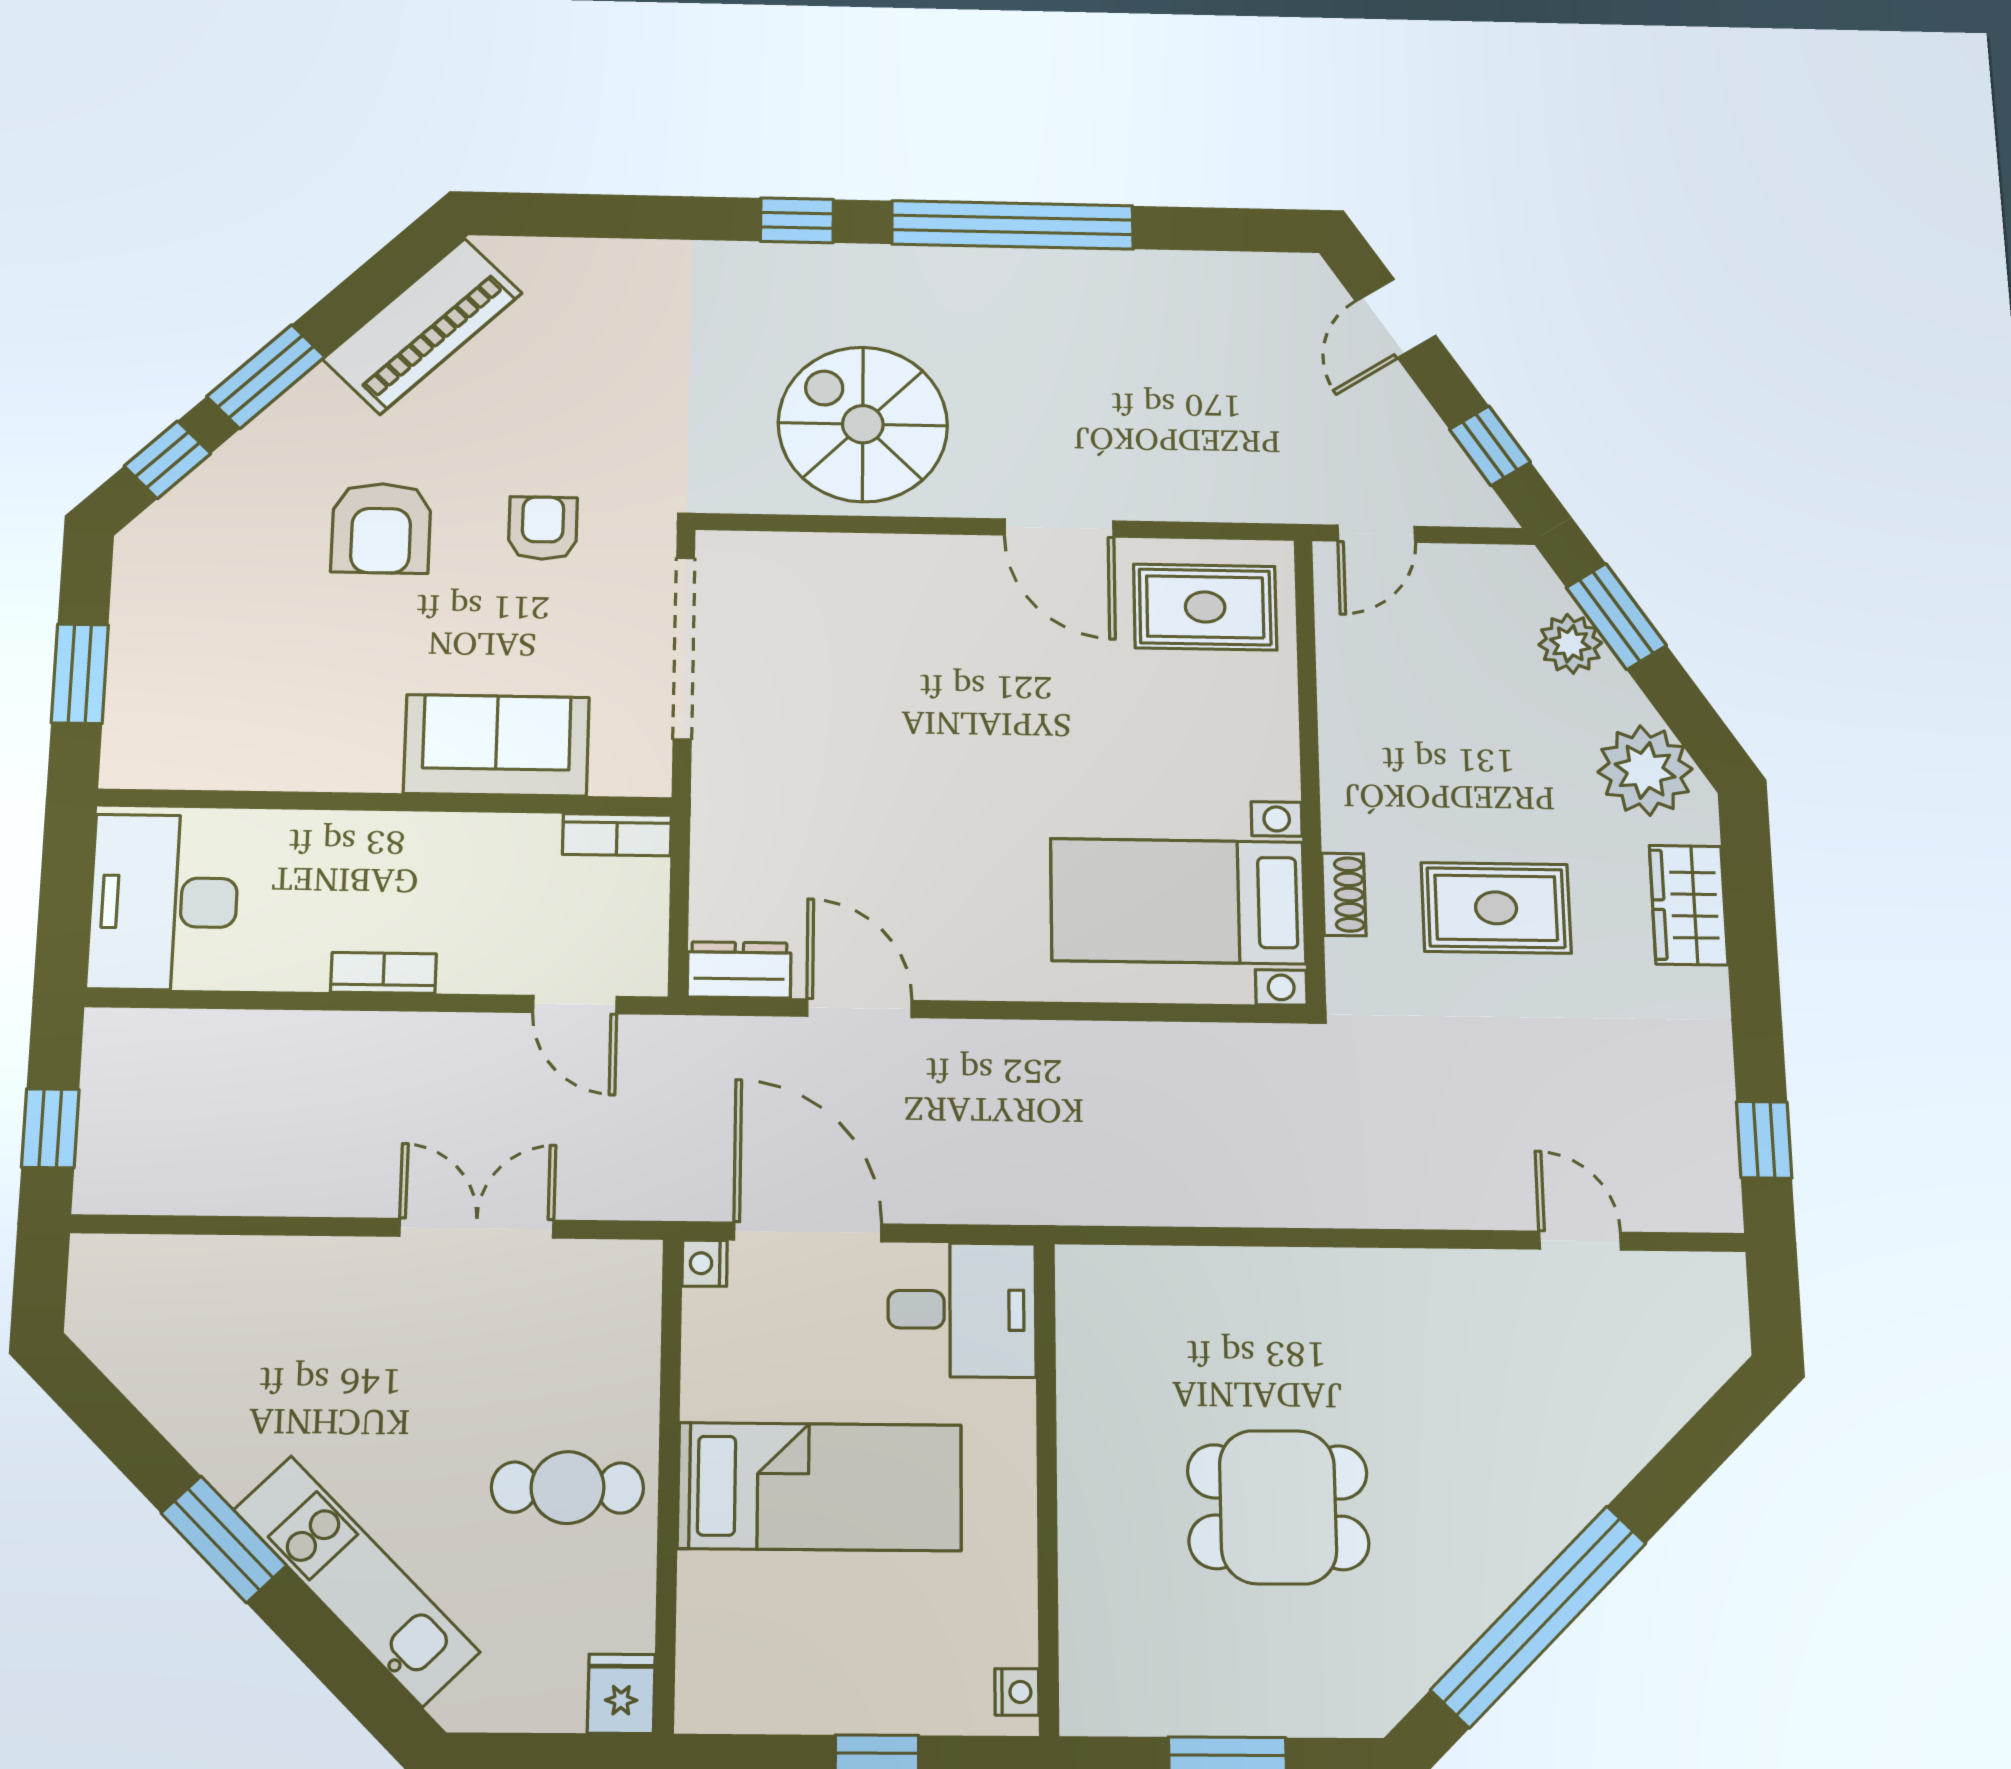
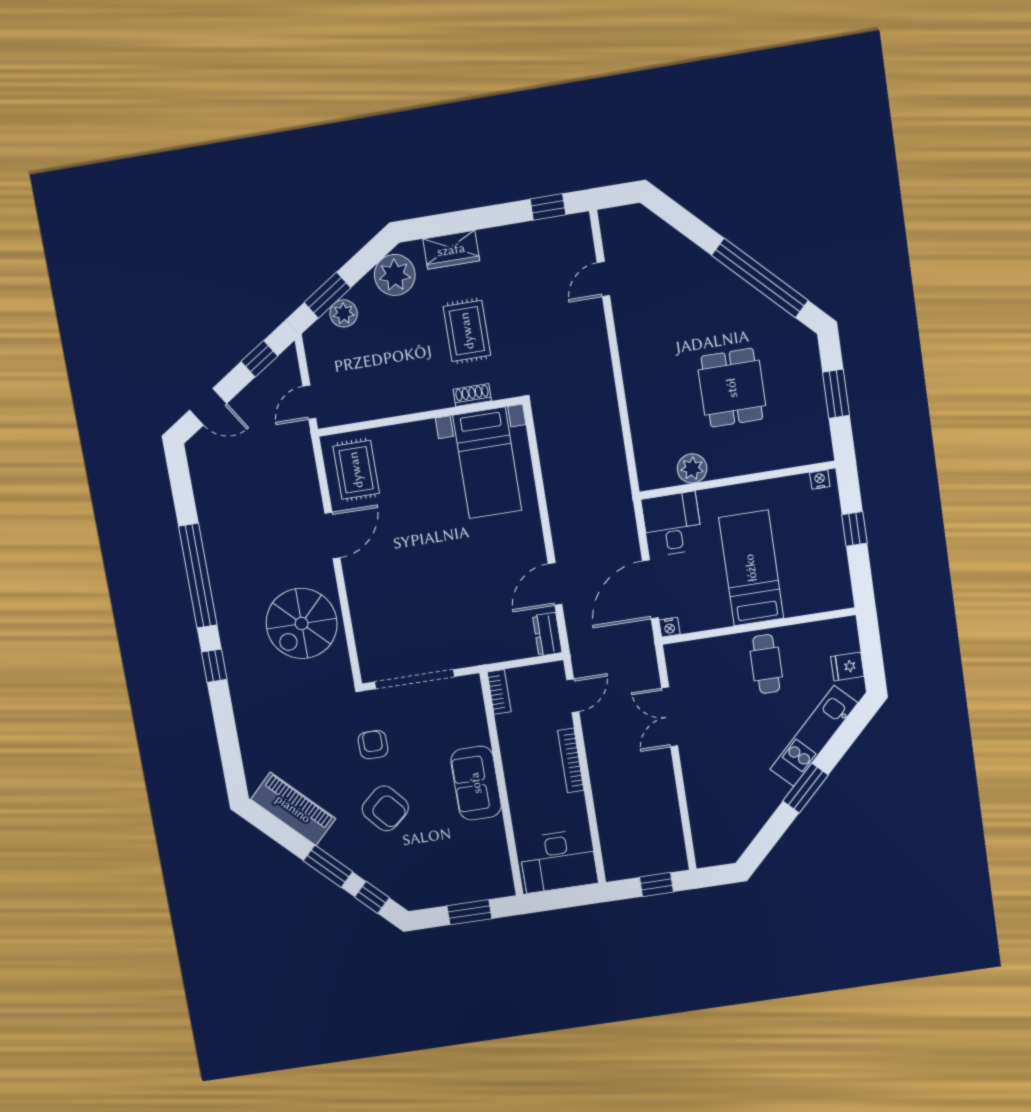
armchair: (381, 528) -> (385, 808), turned 49
armchair: (543, 528) -> (373, 745), turned 90
door: (1376, 534) -> (309, 402), swing flipped
sofa: (496, 745) -> (476, 783), moved
bookcase: (383, 973) -> (571, 760), width x1.56
plant: (1093, 1380) -> (692, 468), added
fridge: (621, 1694) -> (847, 666), moved

